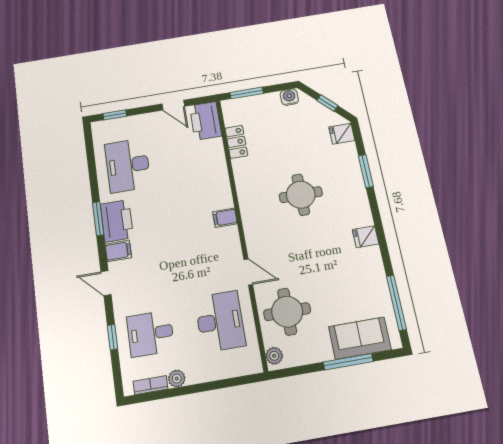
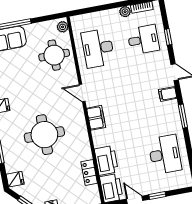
window: (115, 115) -> (157, 196), moved
round table: (301, 195) -> (44, 135), width x1.36, depth x1.36
filing cabinet: (225, 218) -> (96, 118), width x2.00
printer: (117, 221) -> (106, 160), moved, turned 180
door: (248, 272) -> (82, 93), moved

